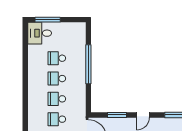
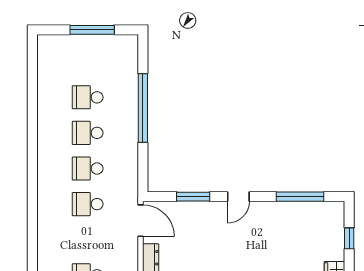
window: (48, 20) -> (92, 30), moved
desk: (40, 33) -> (57, 53), removed

